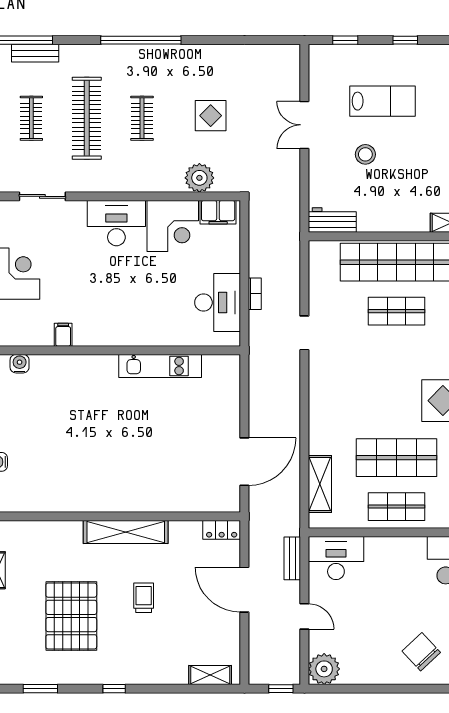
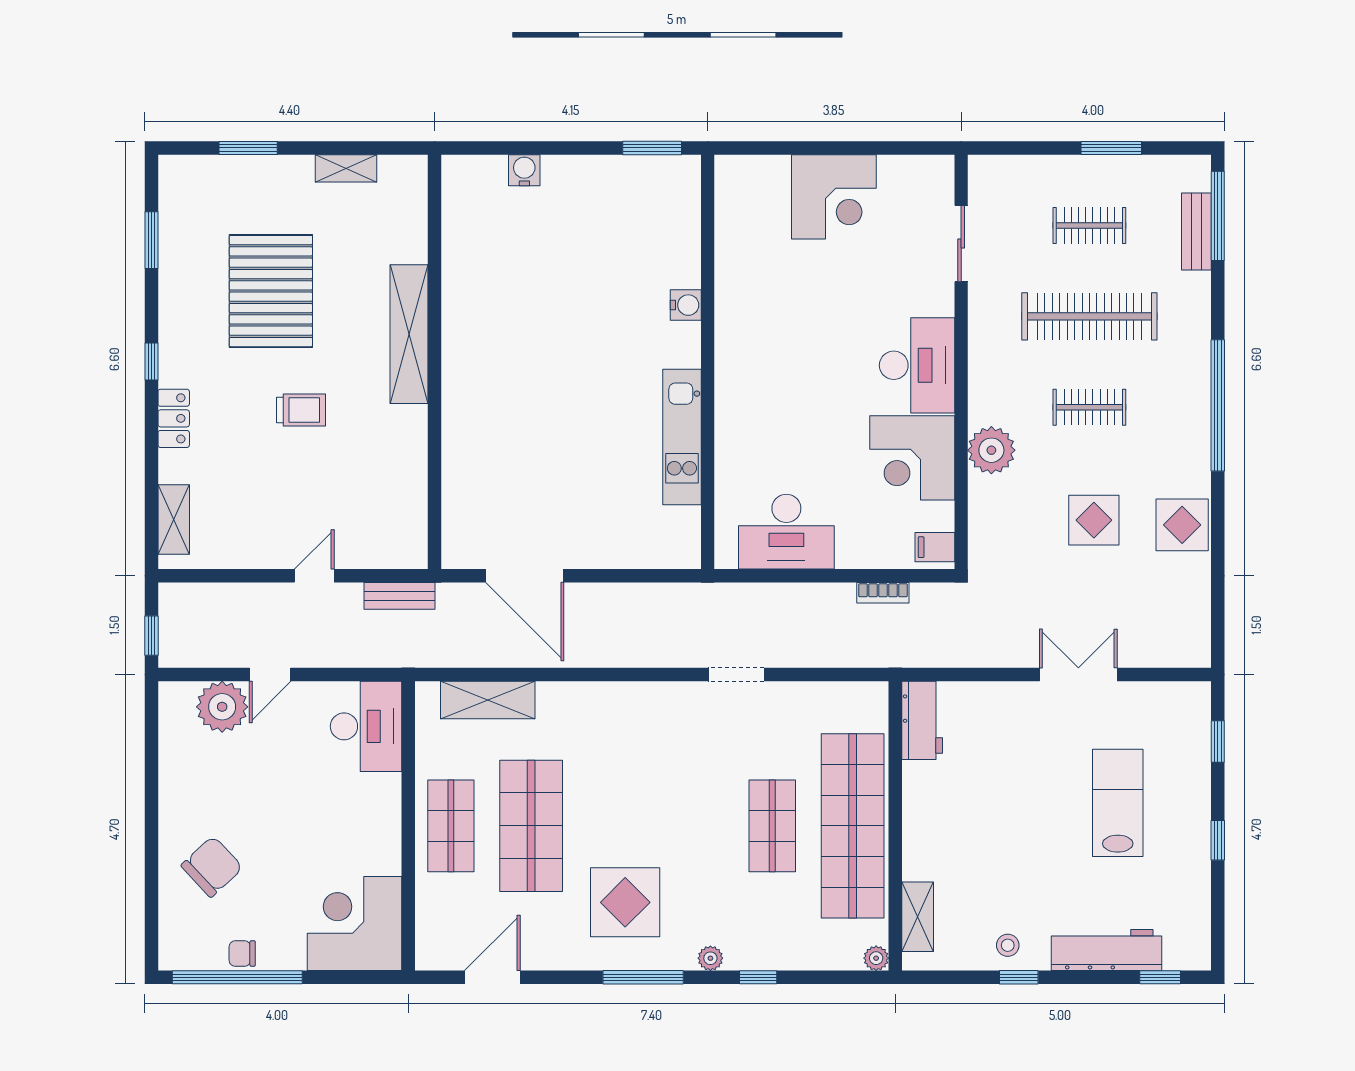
display table: (213, 62) -> (1182, 525), added
lab bench: (382, 101) -> (1118, 803), turned 180
stool: (365, 154) -> (1030, 775), removed
plant: (199, 178) -> (991, 450), moved
filing cabinet: (218, 212) -> (935, 547), width x0.50
bookcase: (255, 294) -> (883, 593), moved
filing cabinet: (63, 335) -> (733, 278), removed
water cooler: (20, 364) -> (686, 305), moved
locker: (222, 530) -> (174, 418), moved, turned 180
shelving: (126, 532) -> (409, 334), moved
bench: (292, 558) -> (399, 596), moved
door: (244, 590) -> (314, 576), width x0.53
pallet: (71, 616) -> (271, 291), turned 90
plant: (324, 669) -> (222, 707), moved

